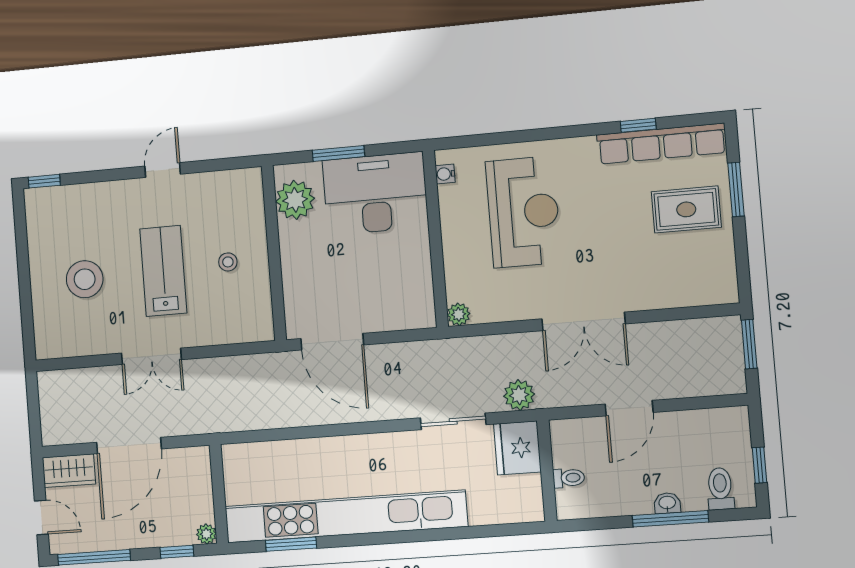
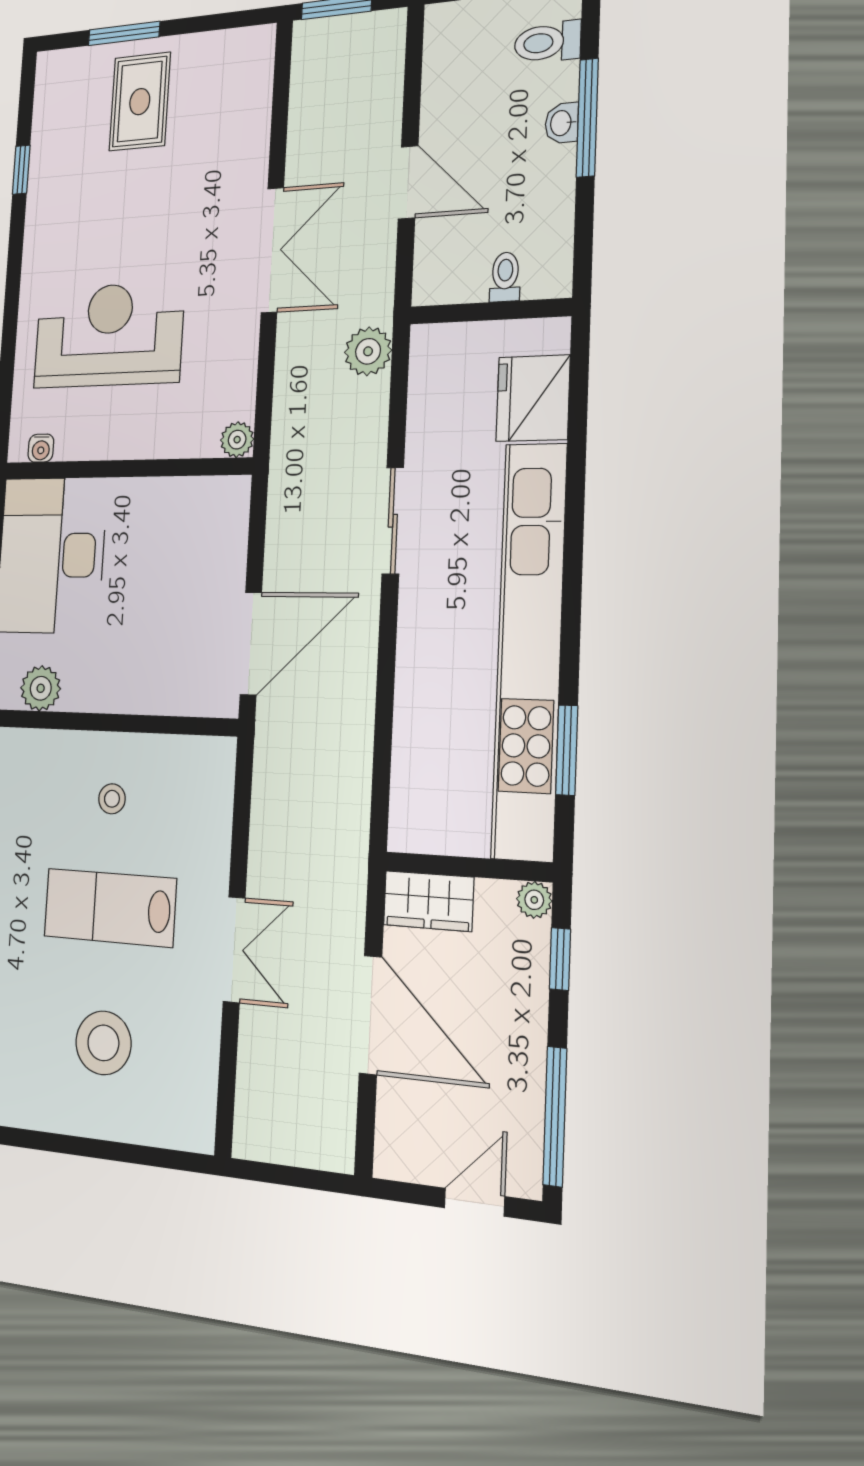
row of seats: (662, 144) -> (50, 137), removed
plant: (295, 200) -> (41, 688), width x0.73, depth x0.73
sliding door: (453, 421) -> (393, 521), moved
fridge: (517, 448) -> (533, 398), moved, turned 90
wardrobe: (69, 471) -> (428, 901), moved, turned 90

